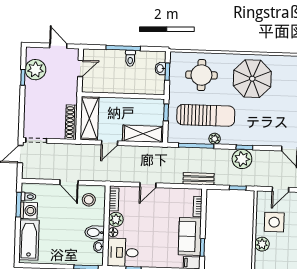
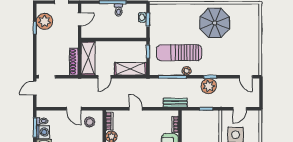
round table: (201, 75) -> (175, 21), removed
sun lounger: (206, 115) -> (179, 53), turned 180
door: (148, 185) -> (136, 109), swing flipped

